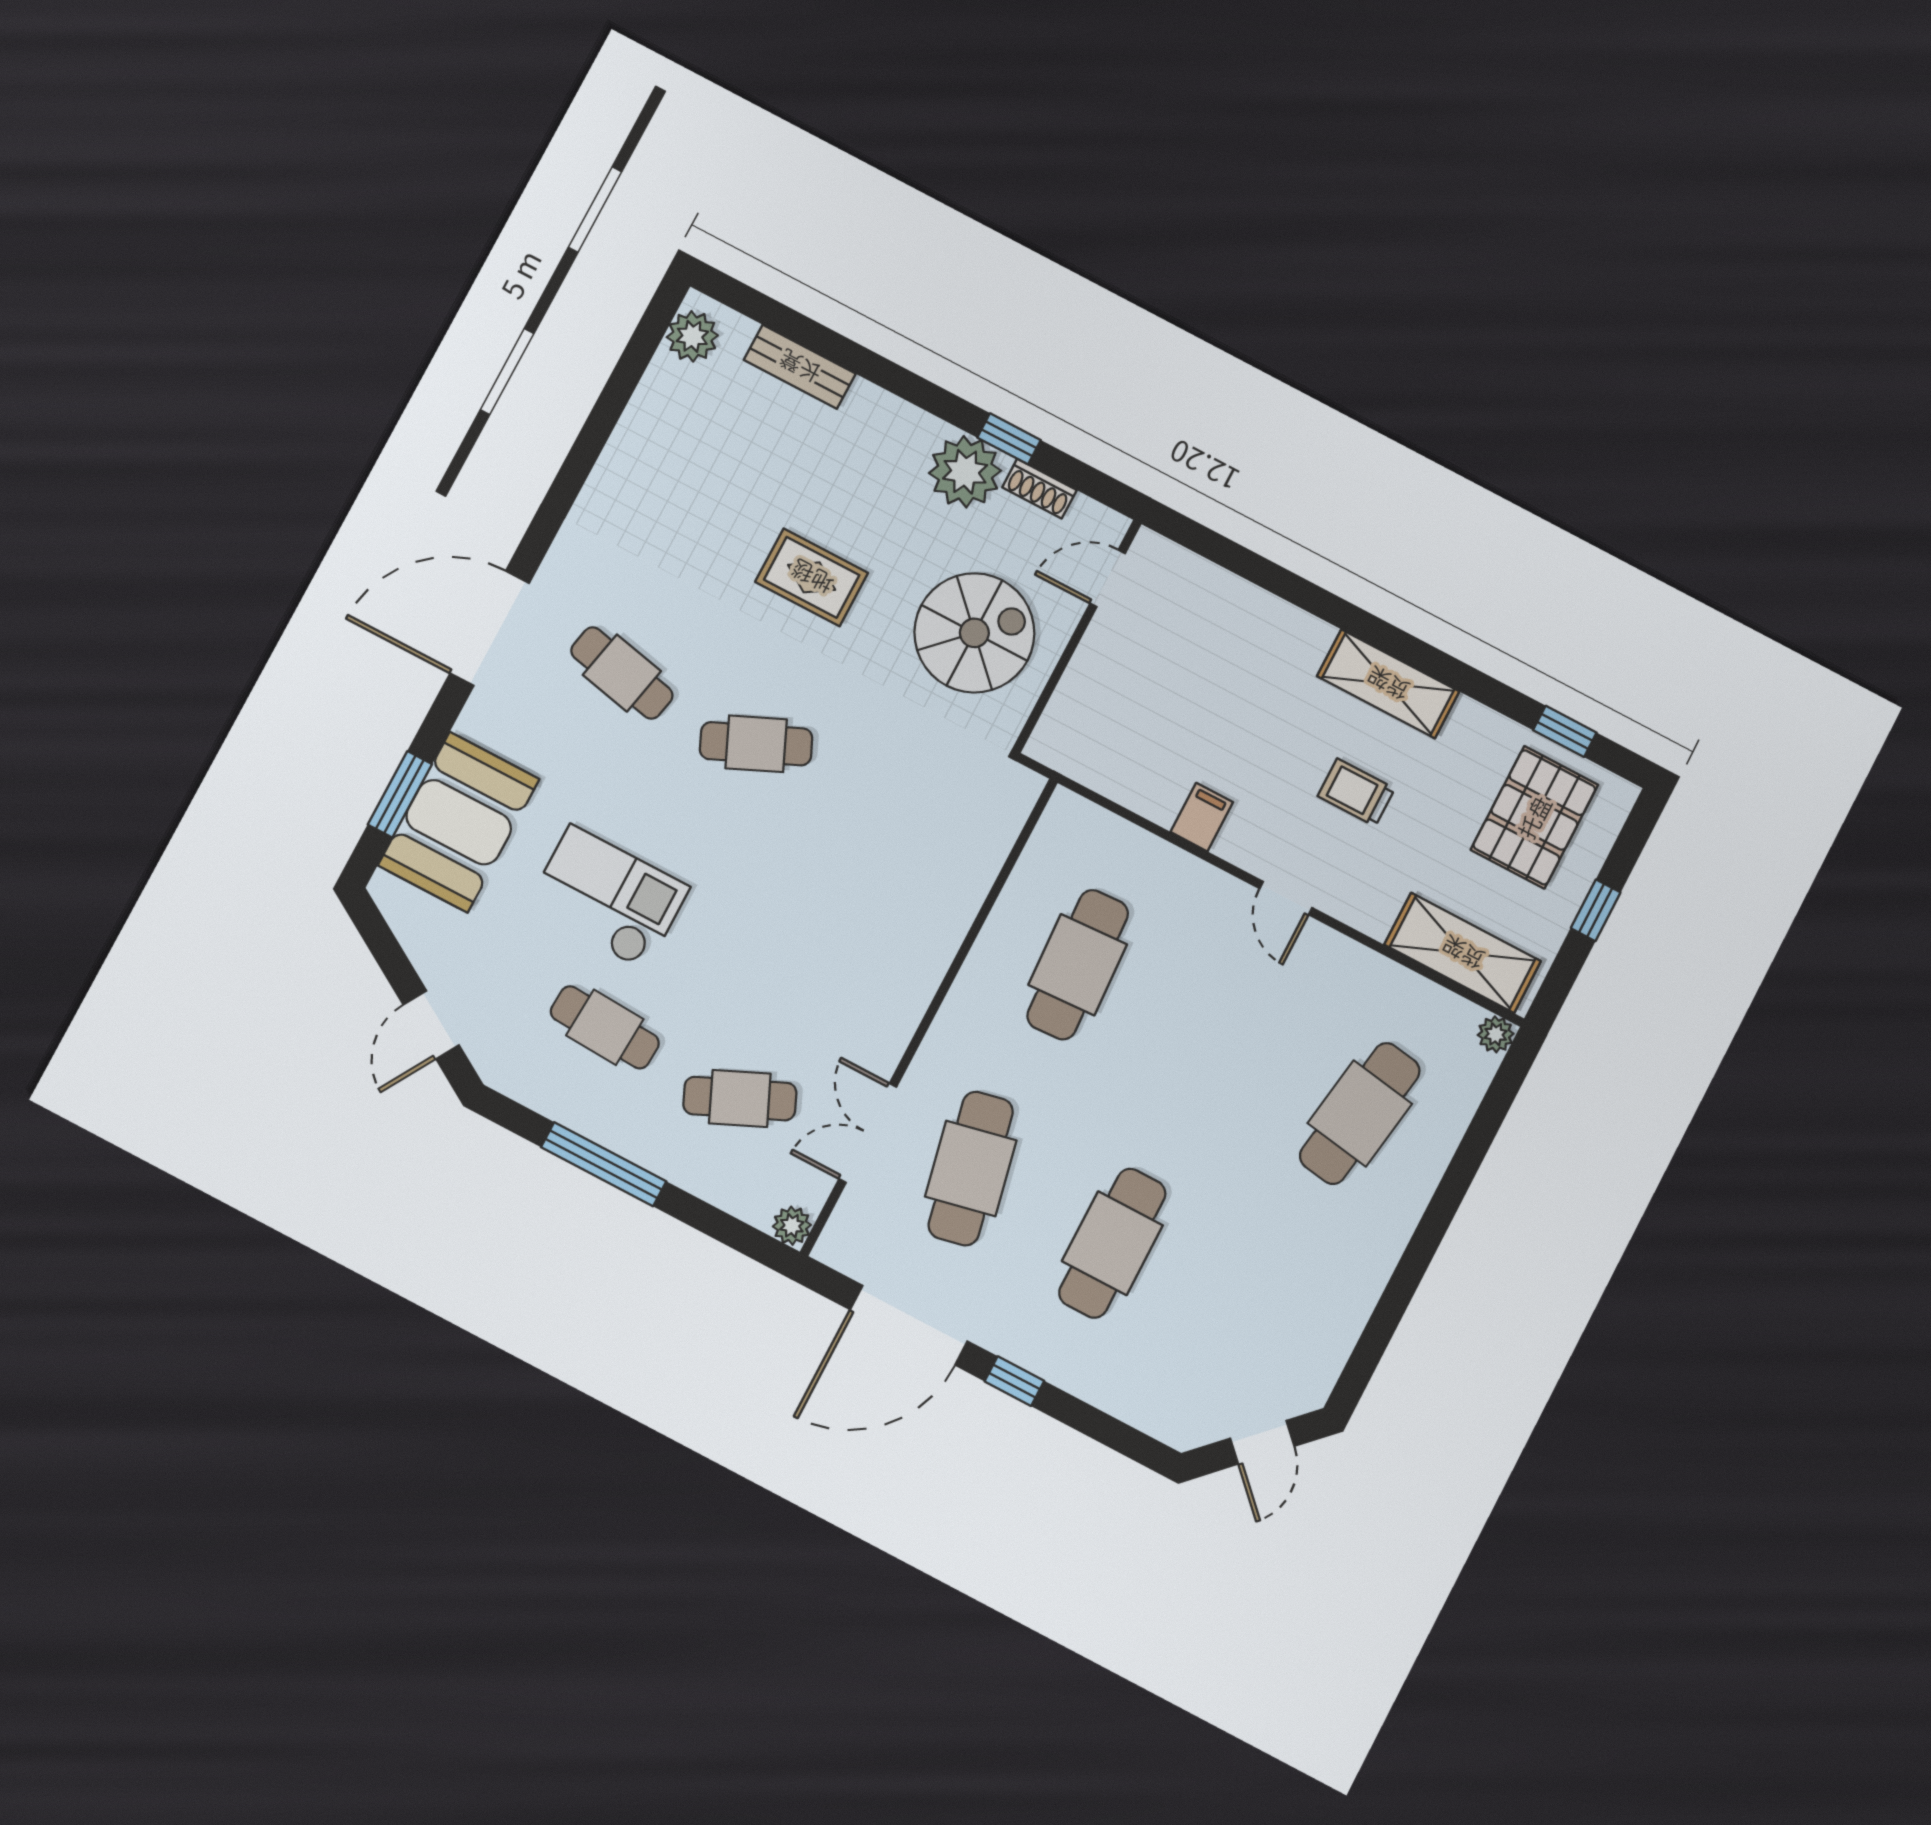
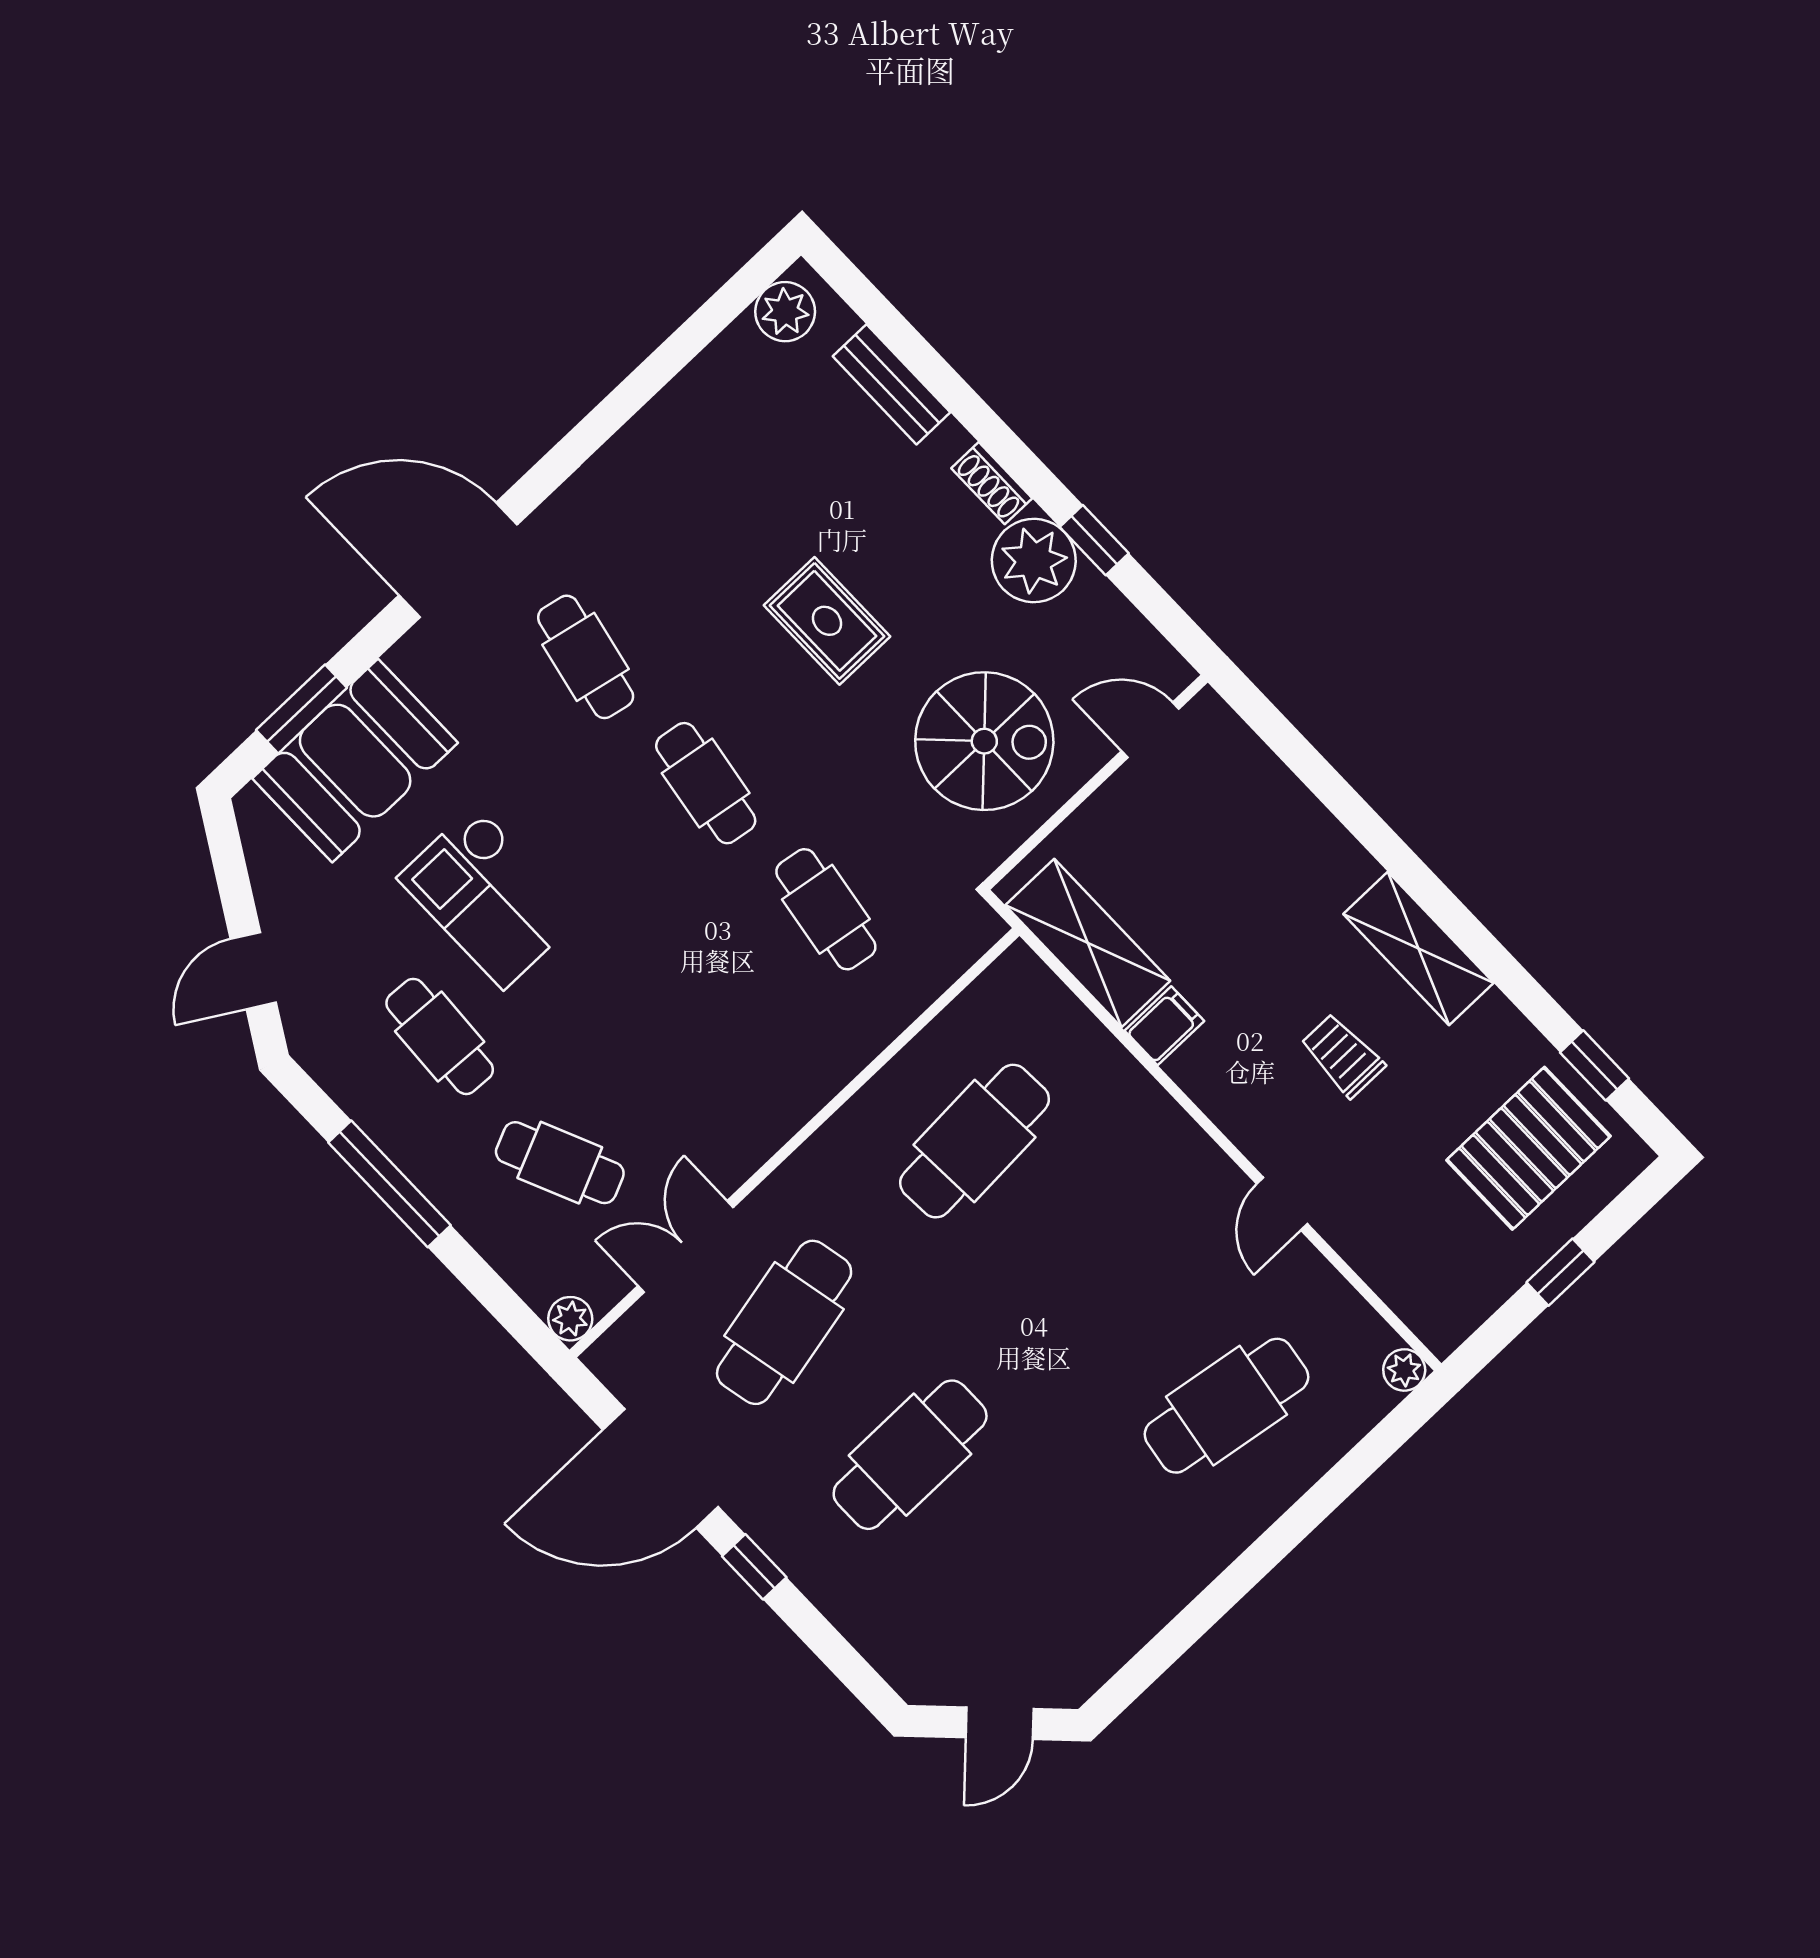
shoe rack: (1039, 489) -> (992, 483), moved
cafe table: (756, 744) -> (706, 783), turned 33
cafe table: (890, 815) -> (826, 909), added
checkout: (608, 897) -> (489, 897), turned 180
door: (1286, 898) -> (1282, 1204), moved
shelving: (1463, 953) -> (1088, 943), moved

